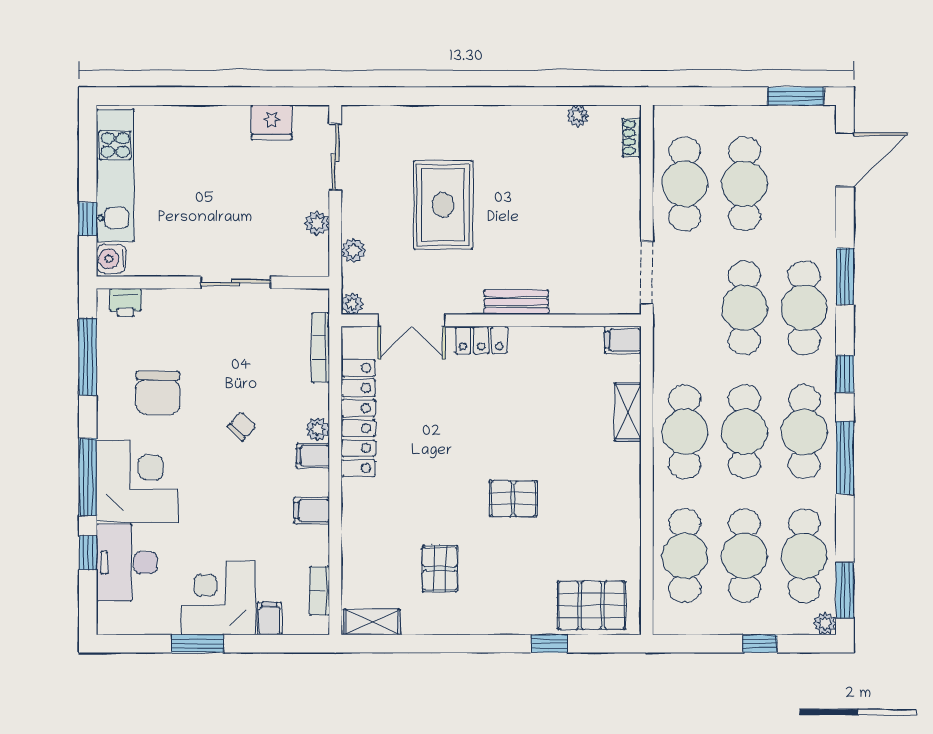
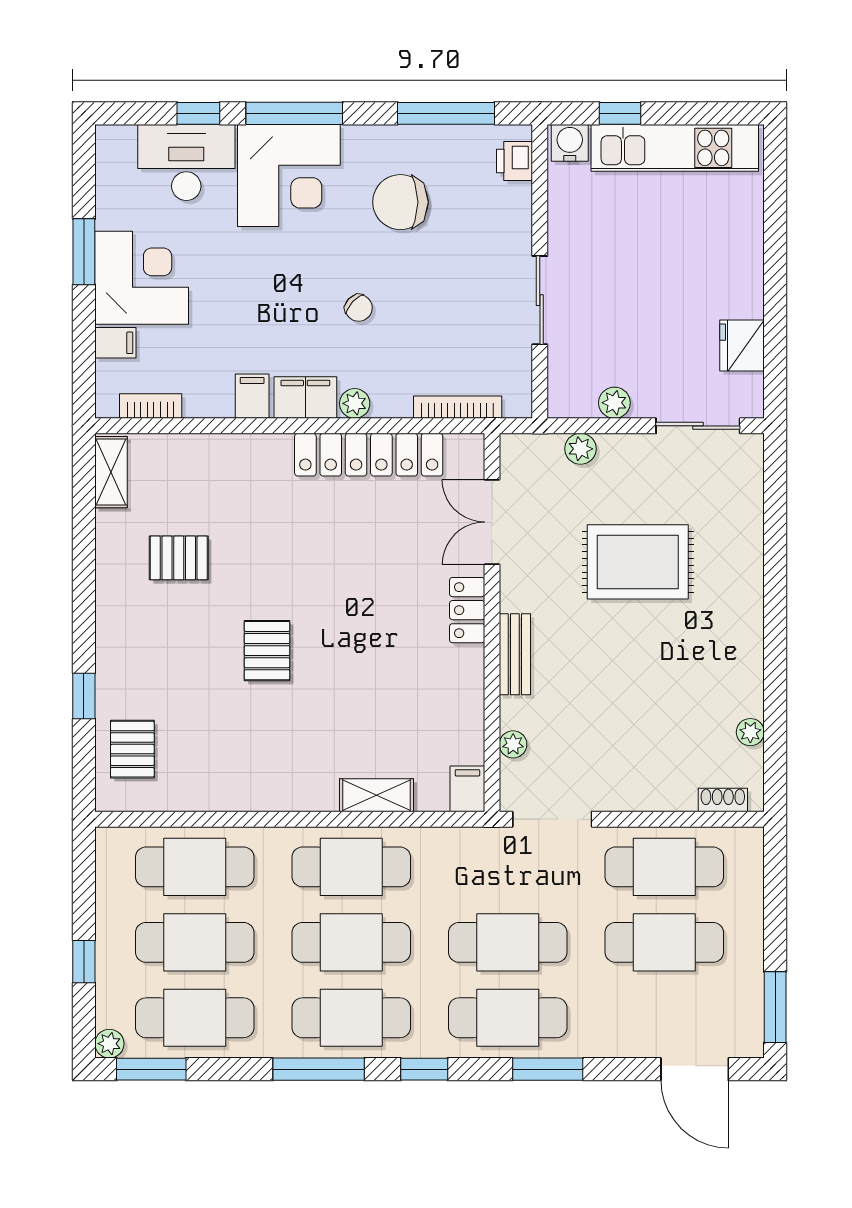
plant: (352, 304) -> (513, 744), moved
filing cabinet: (313, 456) -> (305, 398), width x2.00
pallet: (591, 605) -> (132, 749), width x0.67, depth x0.71

